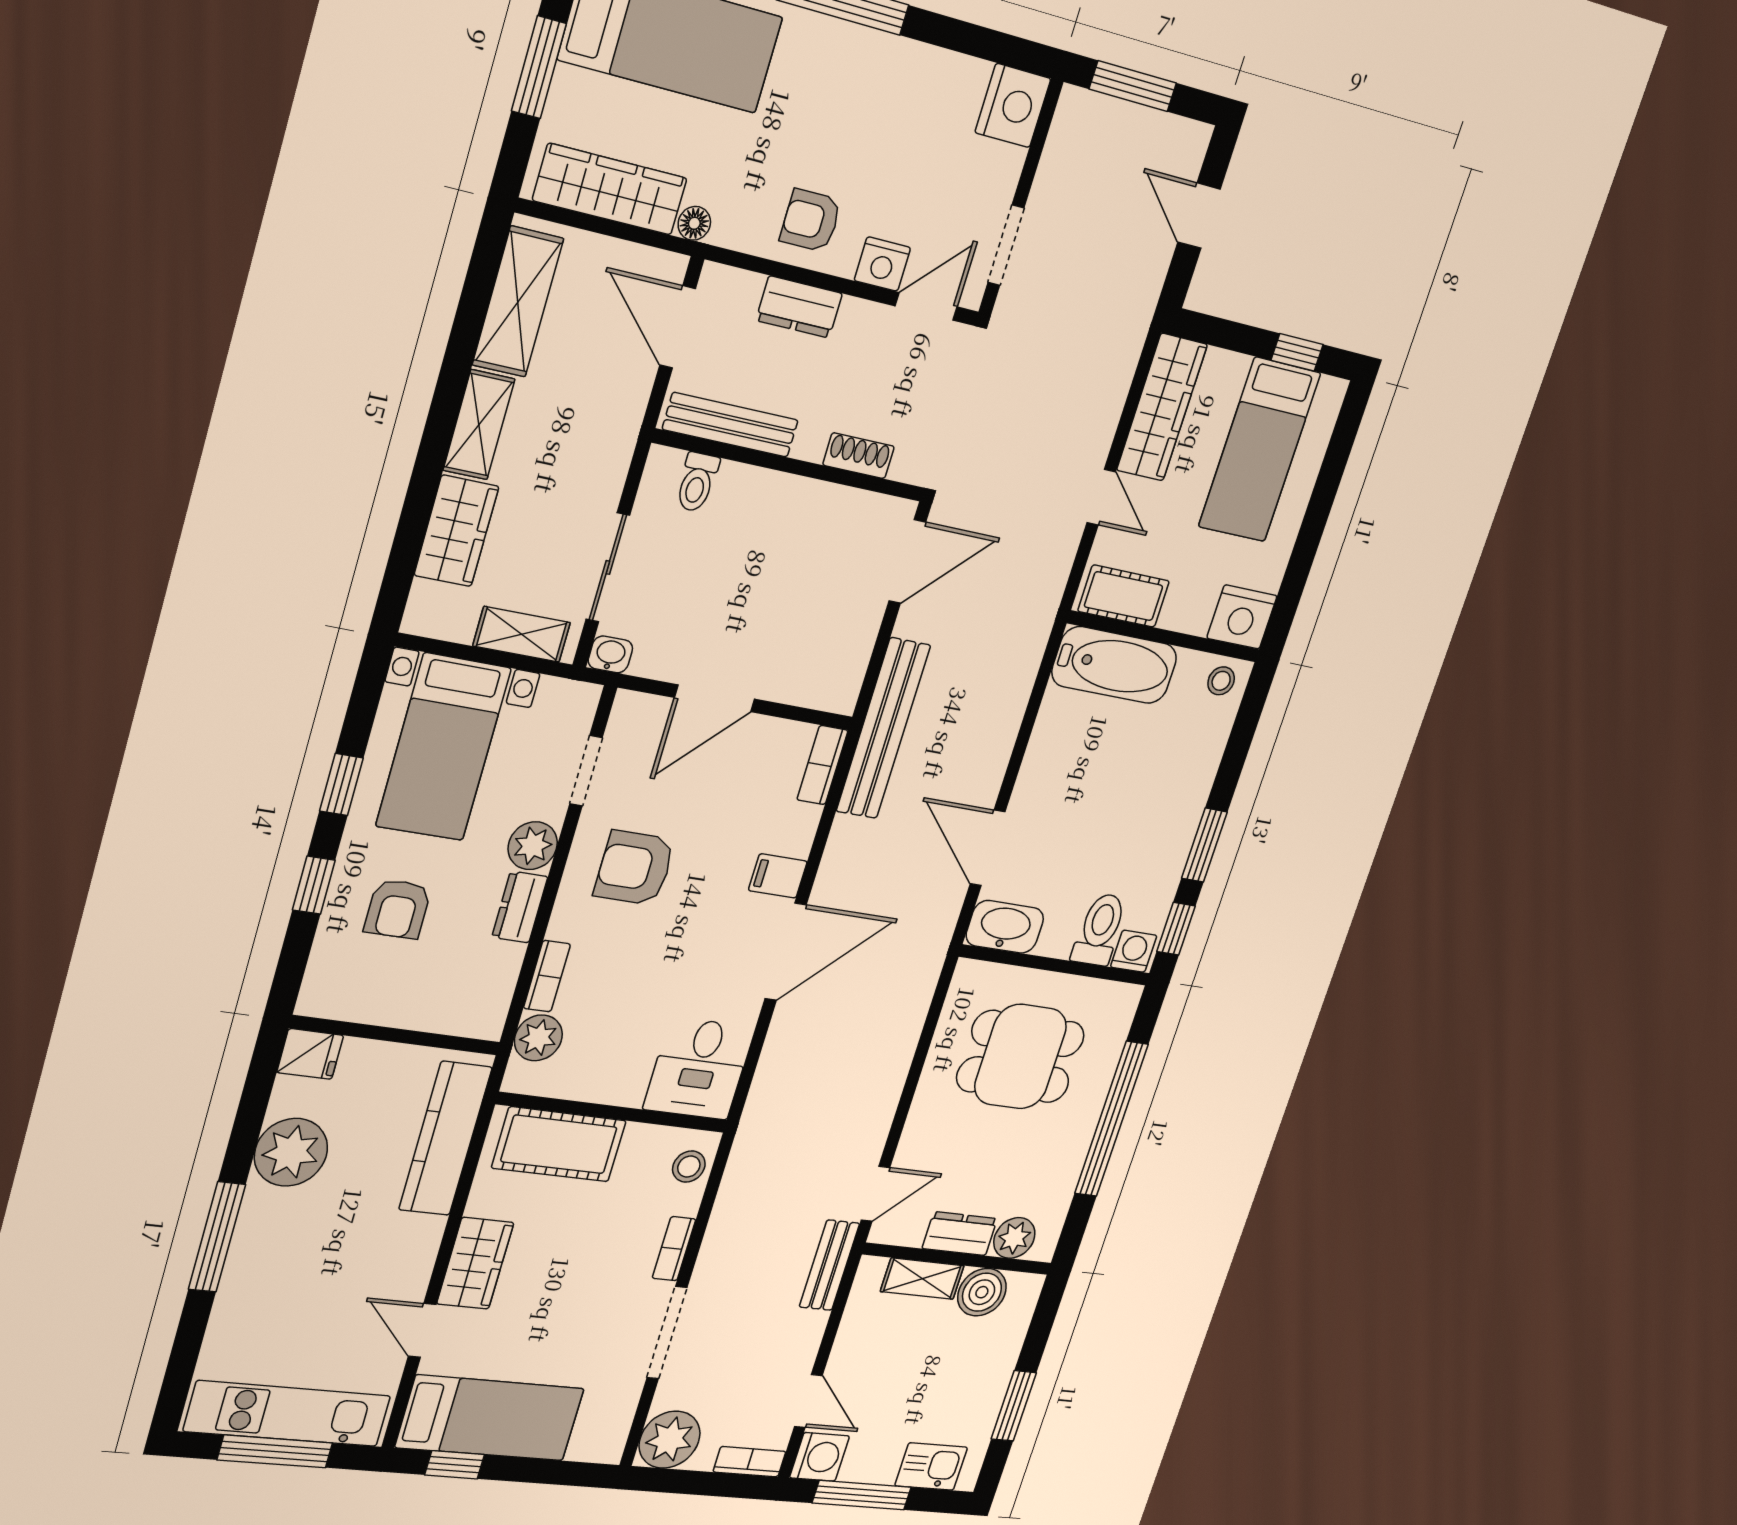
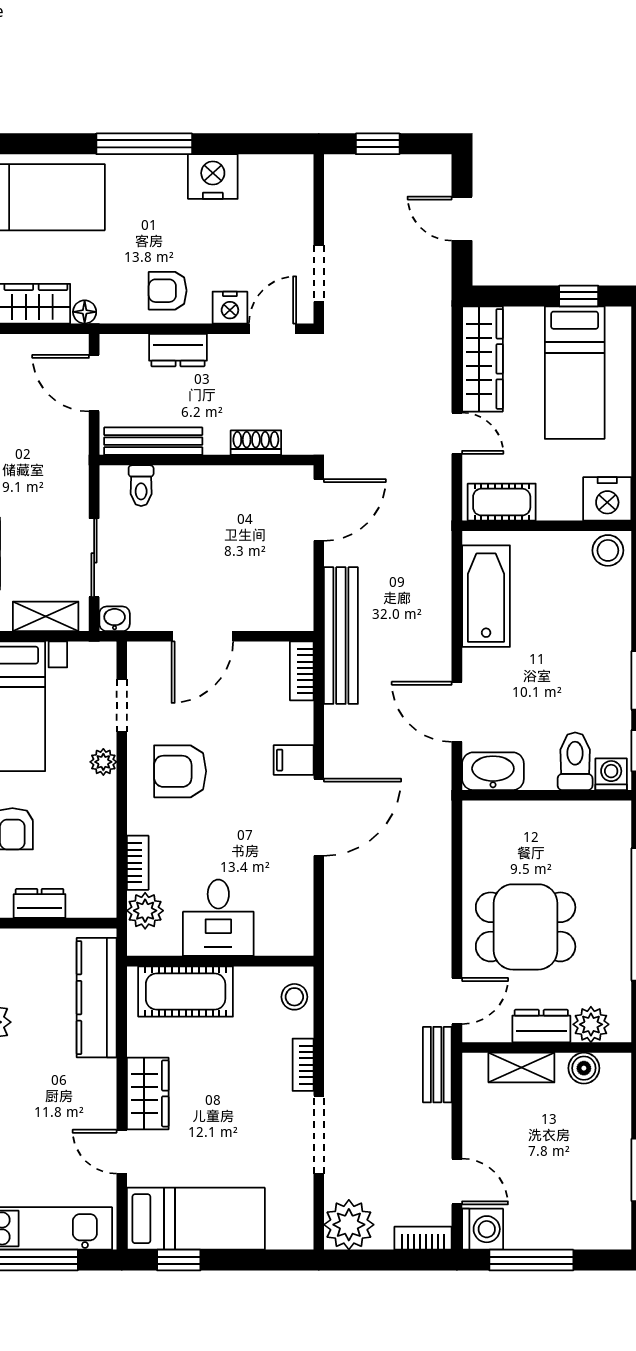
window: (1133, 86) -> (378, 144), width x0.67
nightstand: (1013, 106) -> (213, 177), moved, turned -90
bathtub: (1114, 665) -> (486, 596), moved, turned -90
stool: (1221, 681) -> (608, 550), width x1.37, depth x1.37
plant: (533, 846) -> (103, 762), width x0.73, depth x0.73
dresser: (520, 907) -> (40, 903), moved, turned 90
dining table: (1020, 1057) -> (526, 927), moved
desk: (699, 1068) -> (218, 918), moved
boiler: (982, 1292) -> (584, 1068), width x0.73, depth x0.73
kitchen sink: (931, 1467) -> (585, 1230), removed

